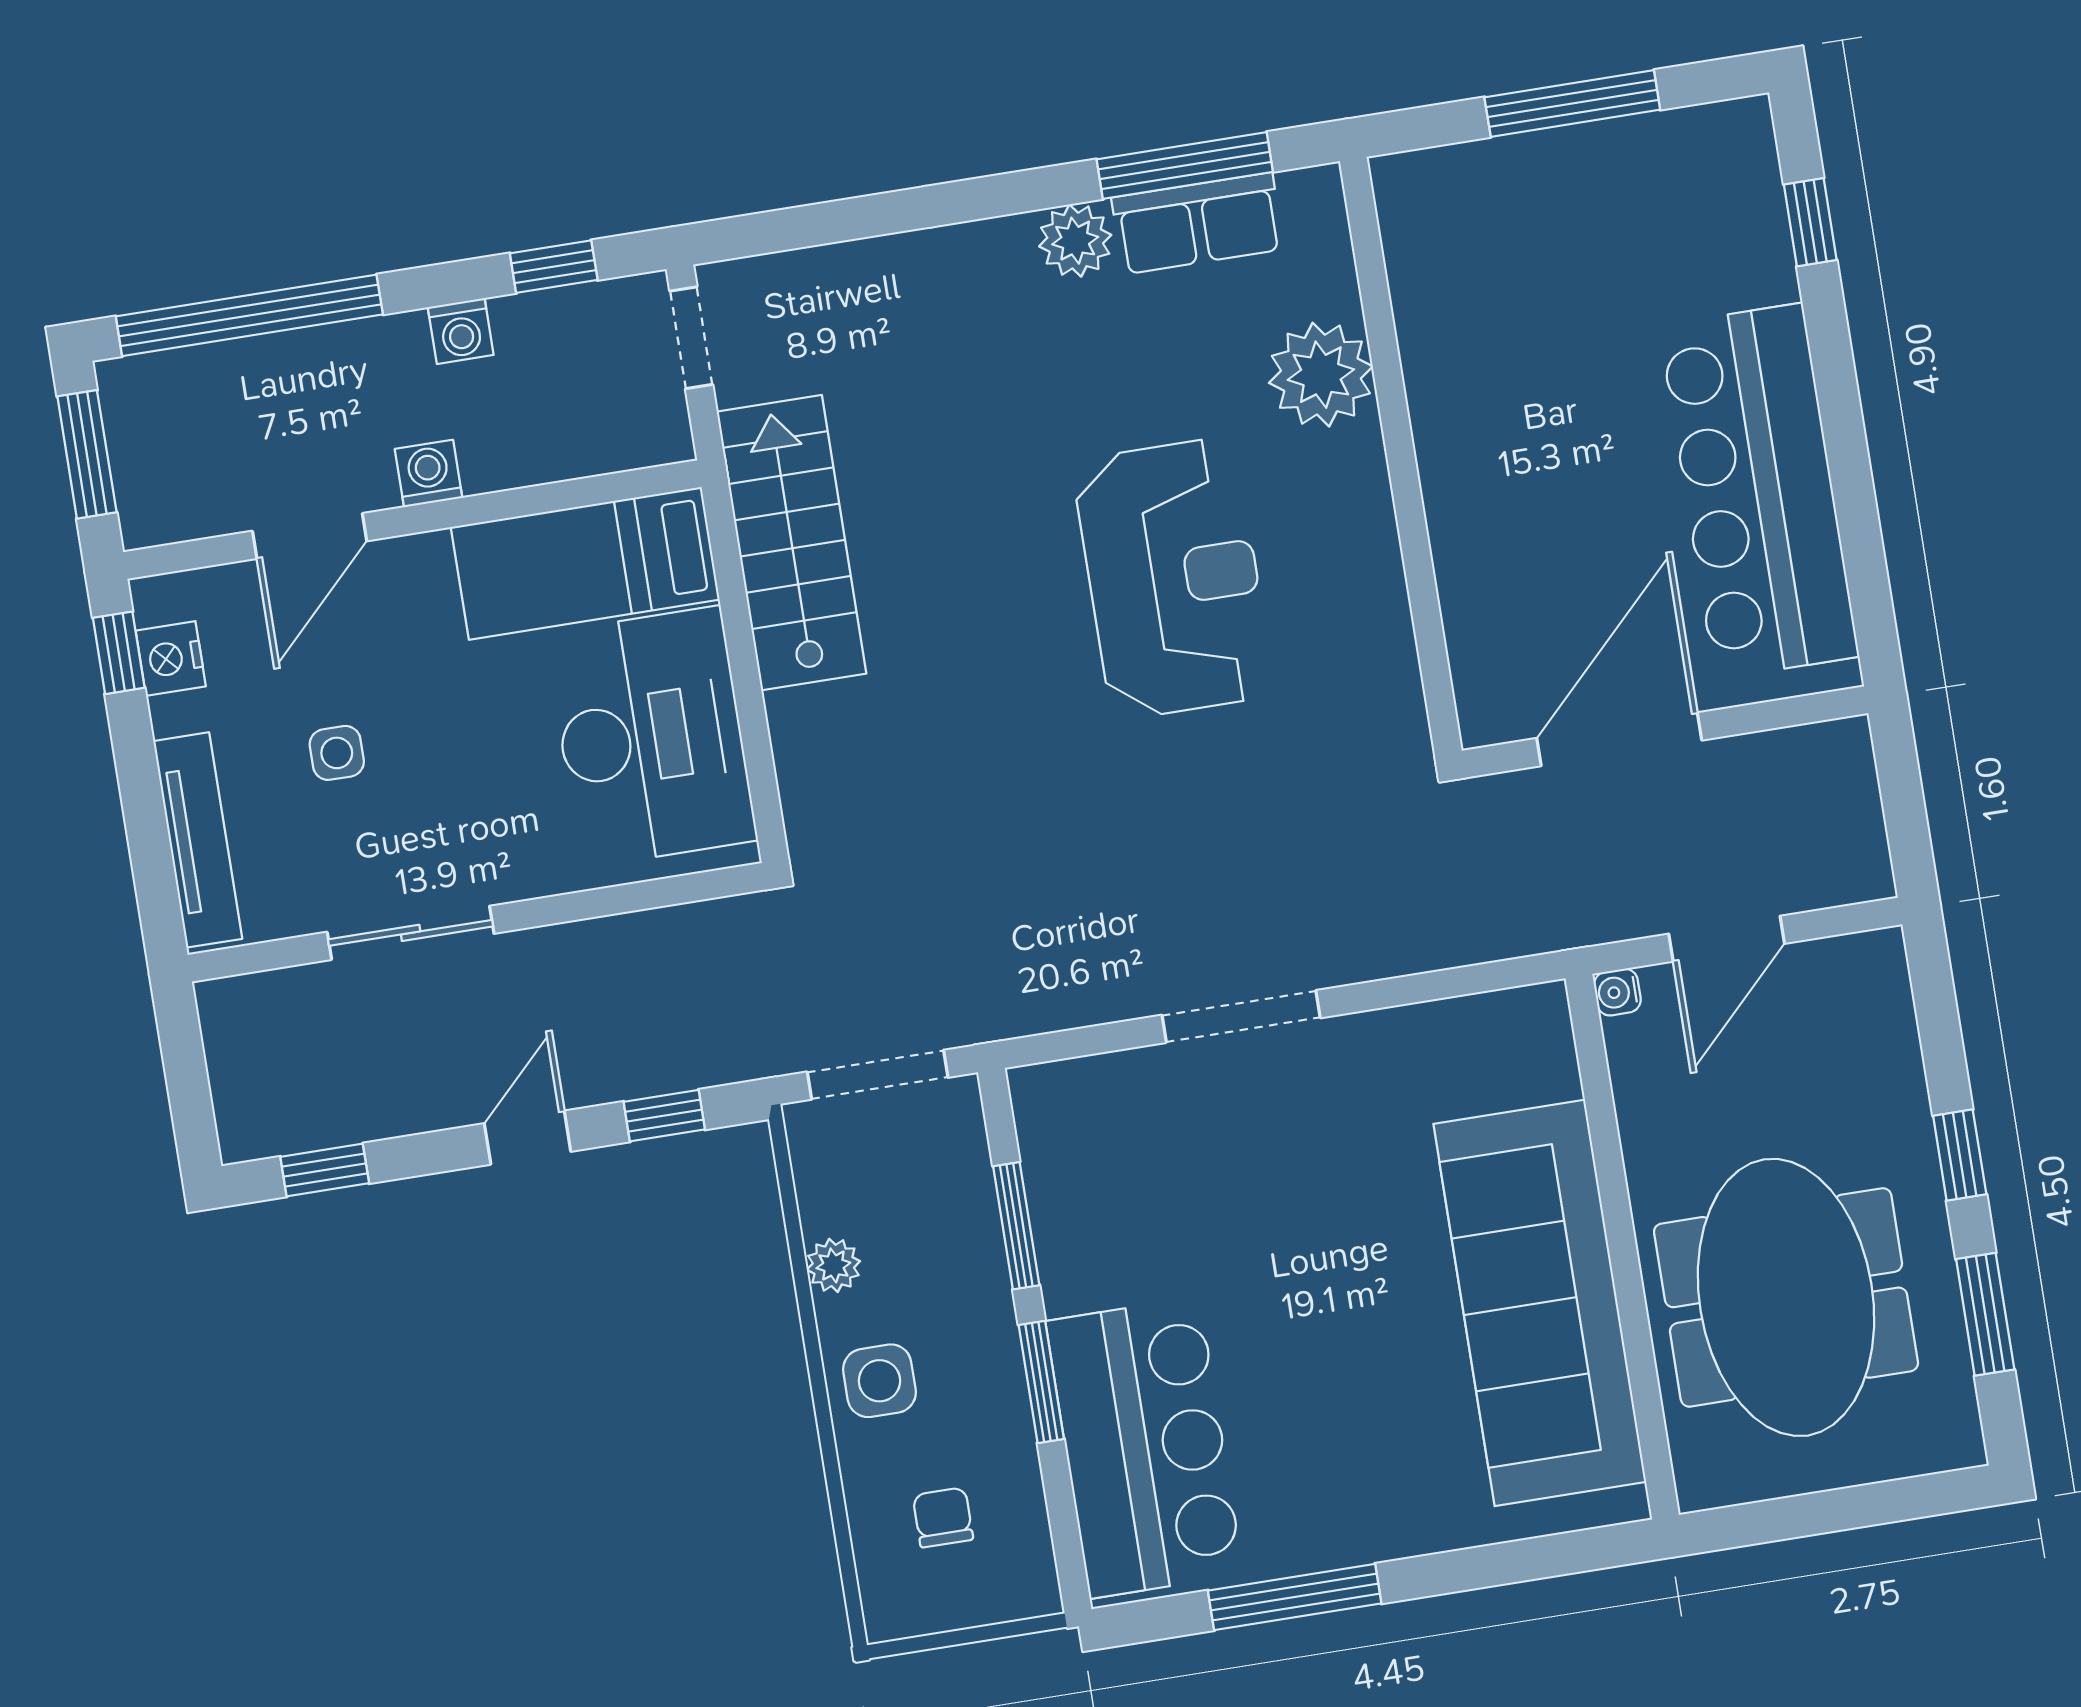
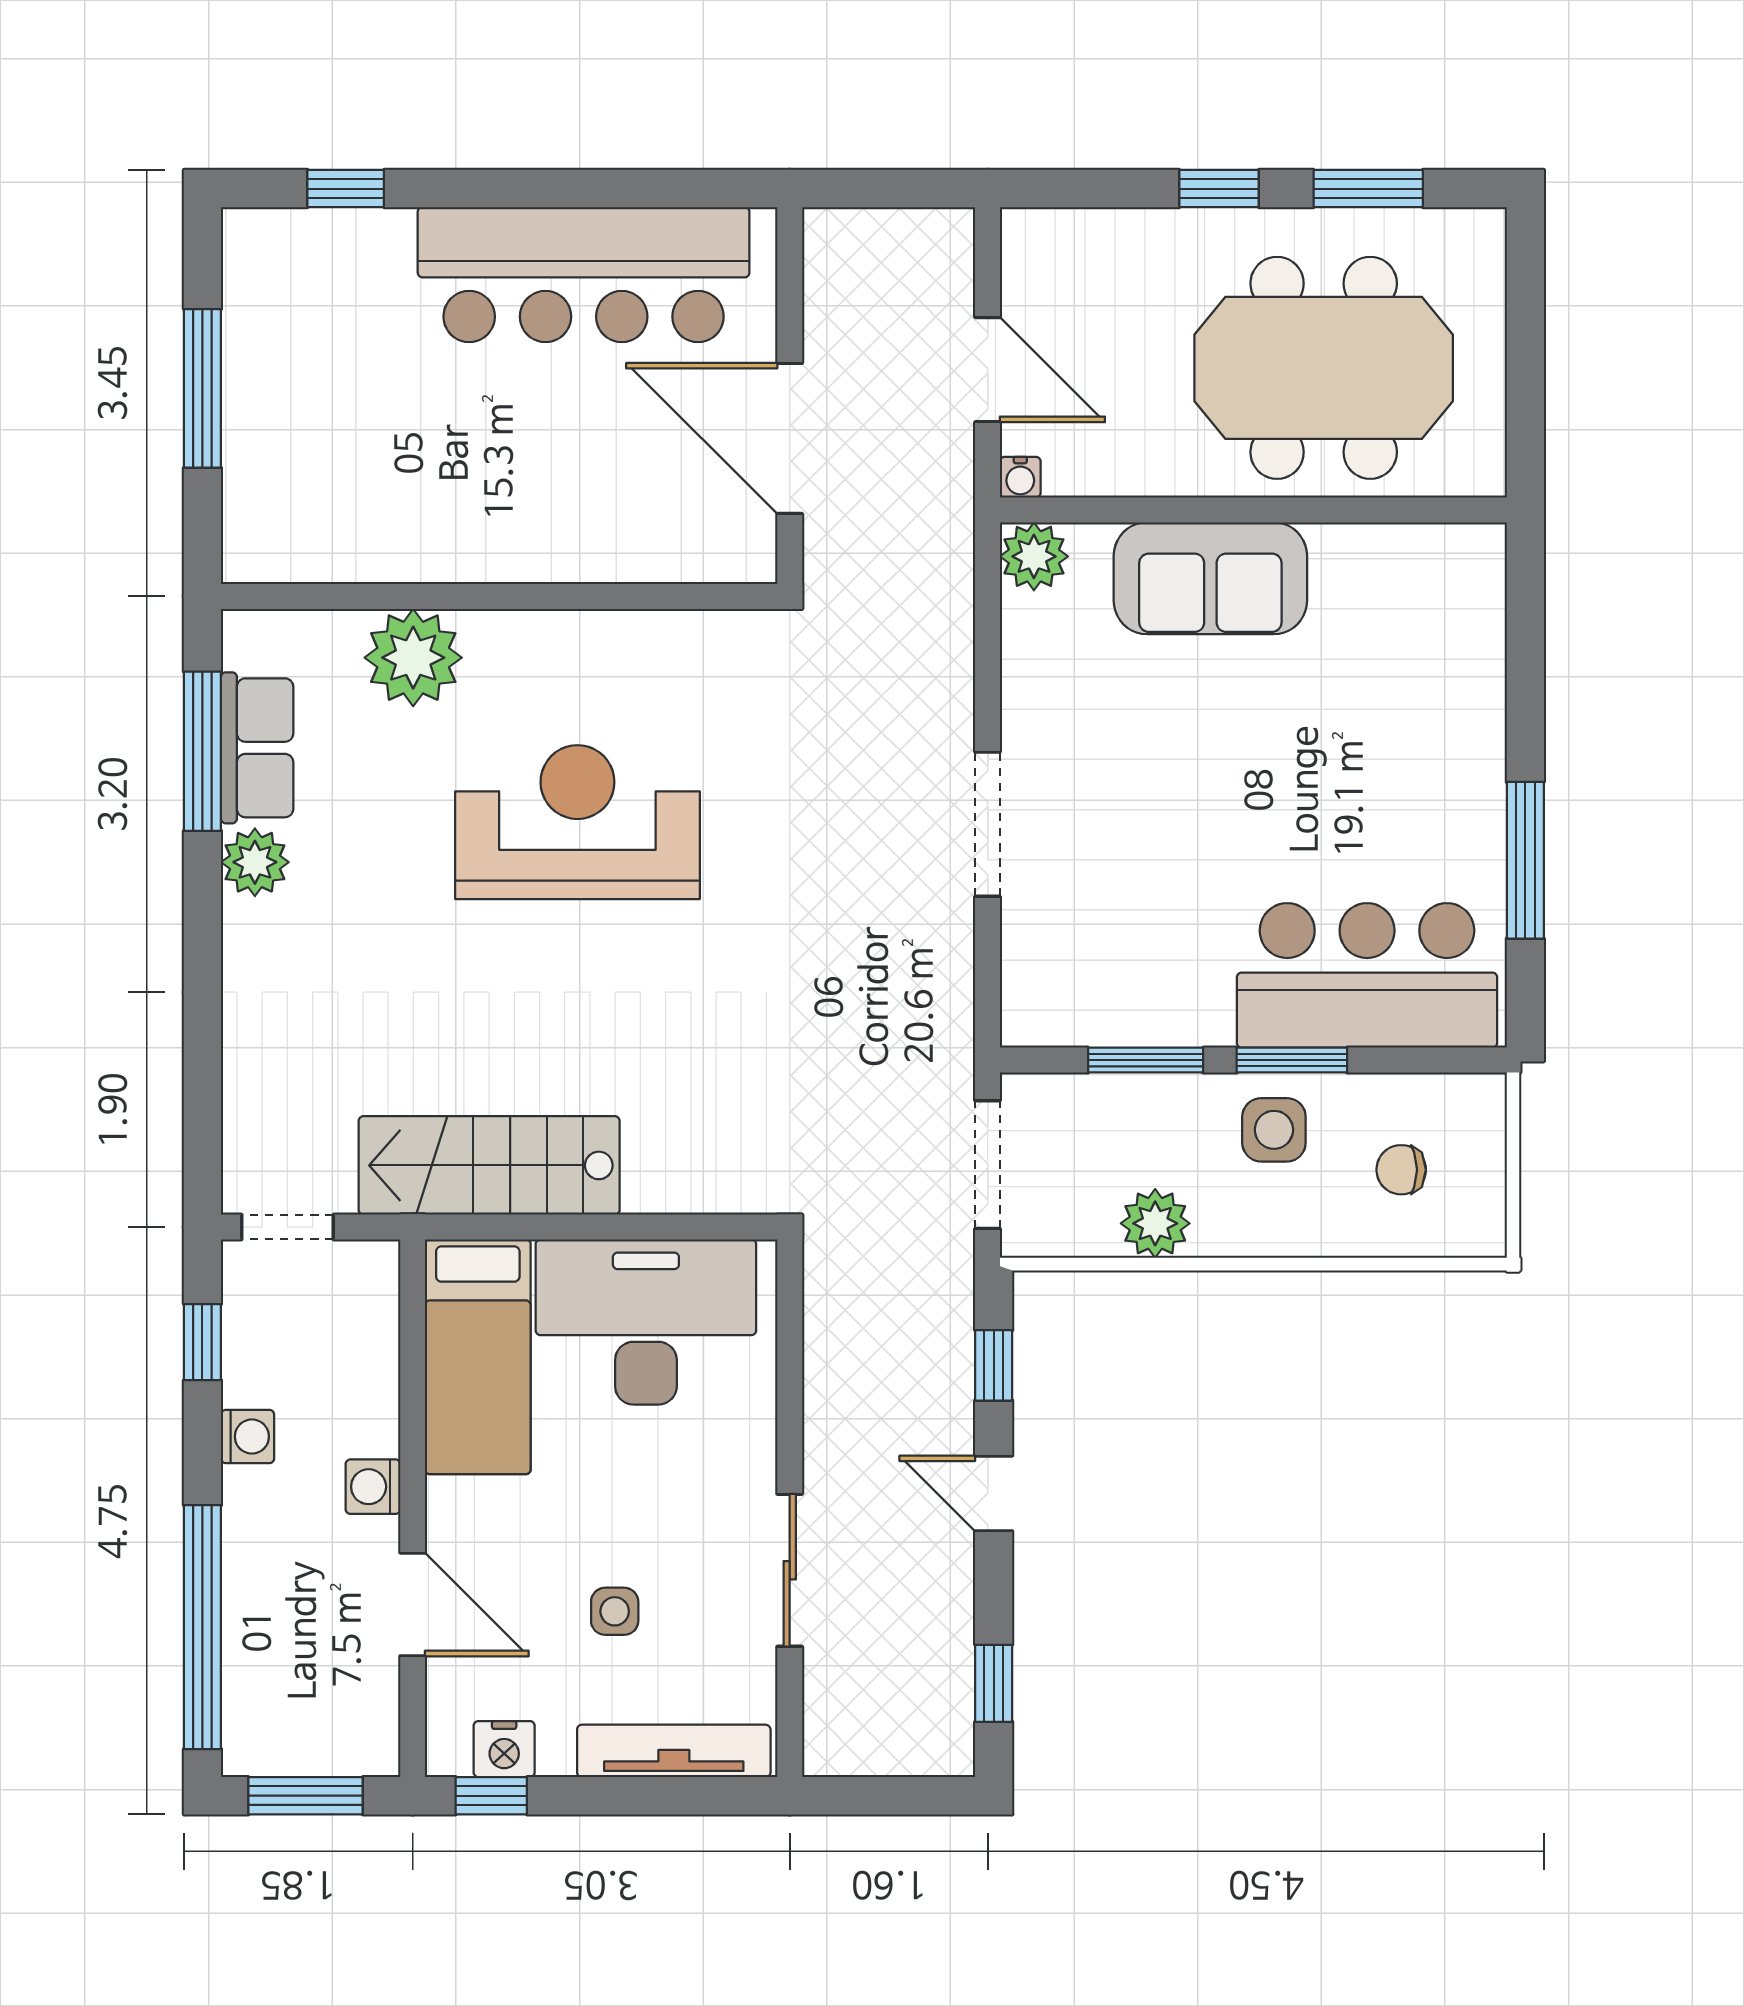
plant: (1535, 1020) -> (1034, 556), added
plant: (833, 1265) -> (1155, 1223), width x1.38, depth x1.38
sofa: (1540, 1303) -> (1210, 578), width x0.54, depth x0.79
side table: (879, 1381) -> (1274, 1130), moved

